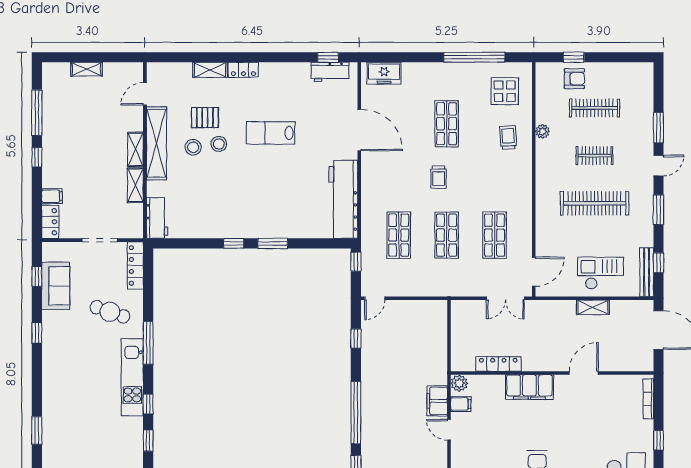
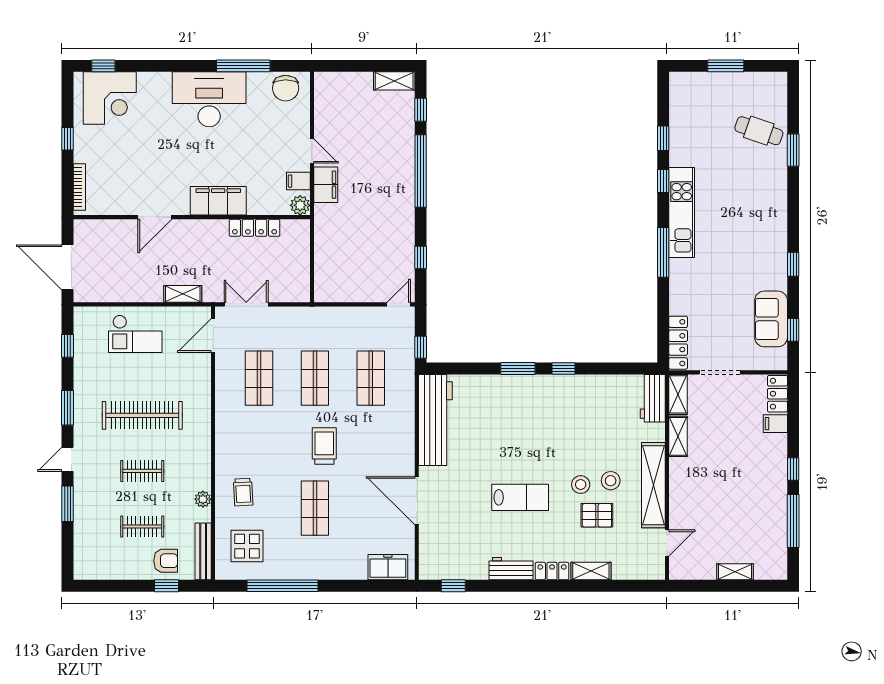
workbench: (330, 72) -> (511, 569), moved
armchair: (574, 79) -> (166, 561), turned 180
clothes rail: (594, 108) -> (142, 527), width x0.73
shelving: (135, 149) -> (678, 394), moved
trolley: (439, 177) -> (324, 446), width x1.36, depth x1.39
bench: (647, 272) -> (203, 551), moved
shelving: (593, 307) -> (183, 294), moved
cafe table: (110, 312) -> (759, 131), moved

